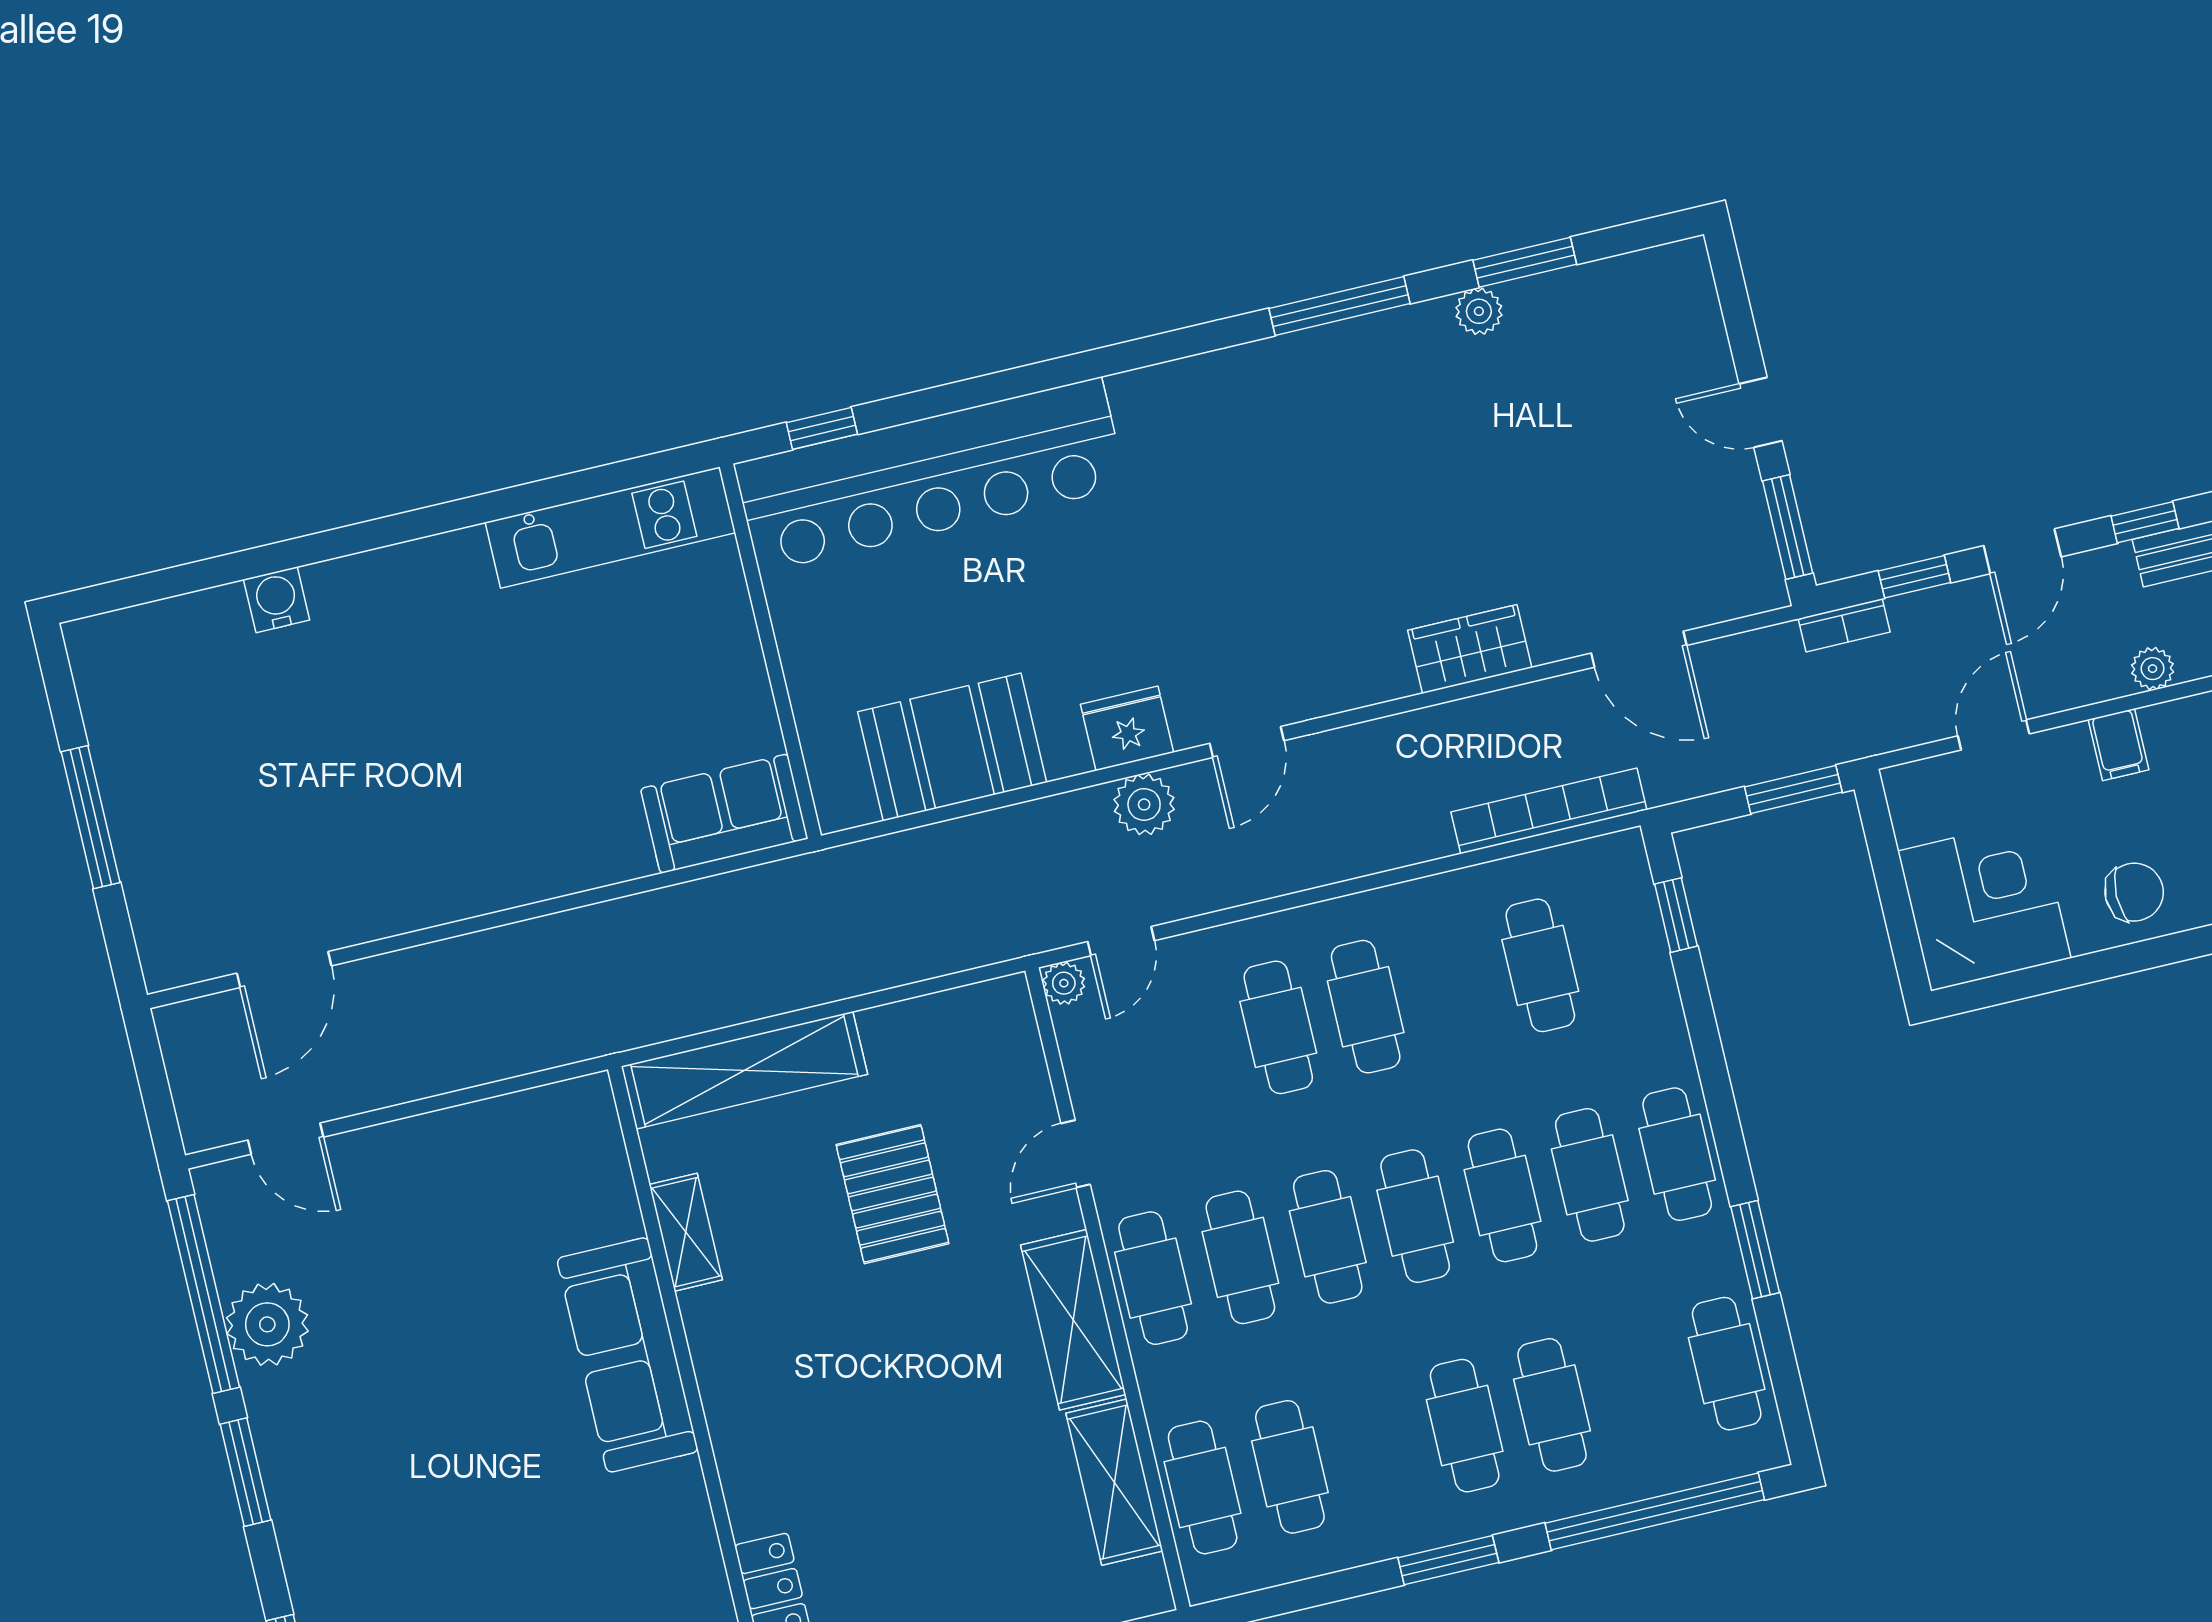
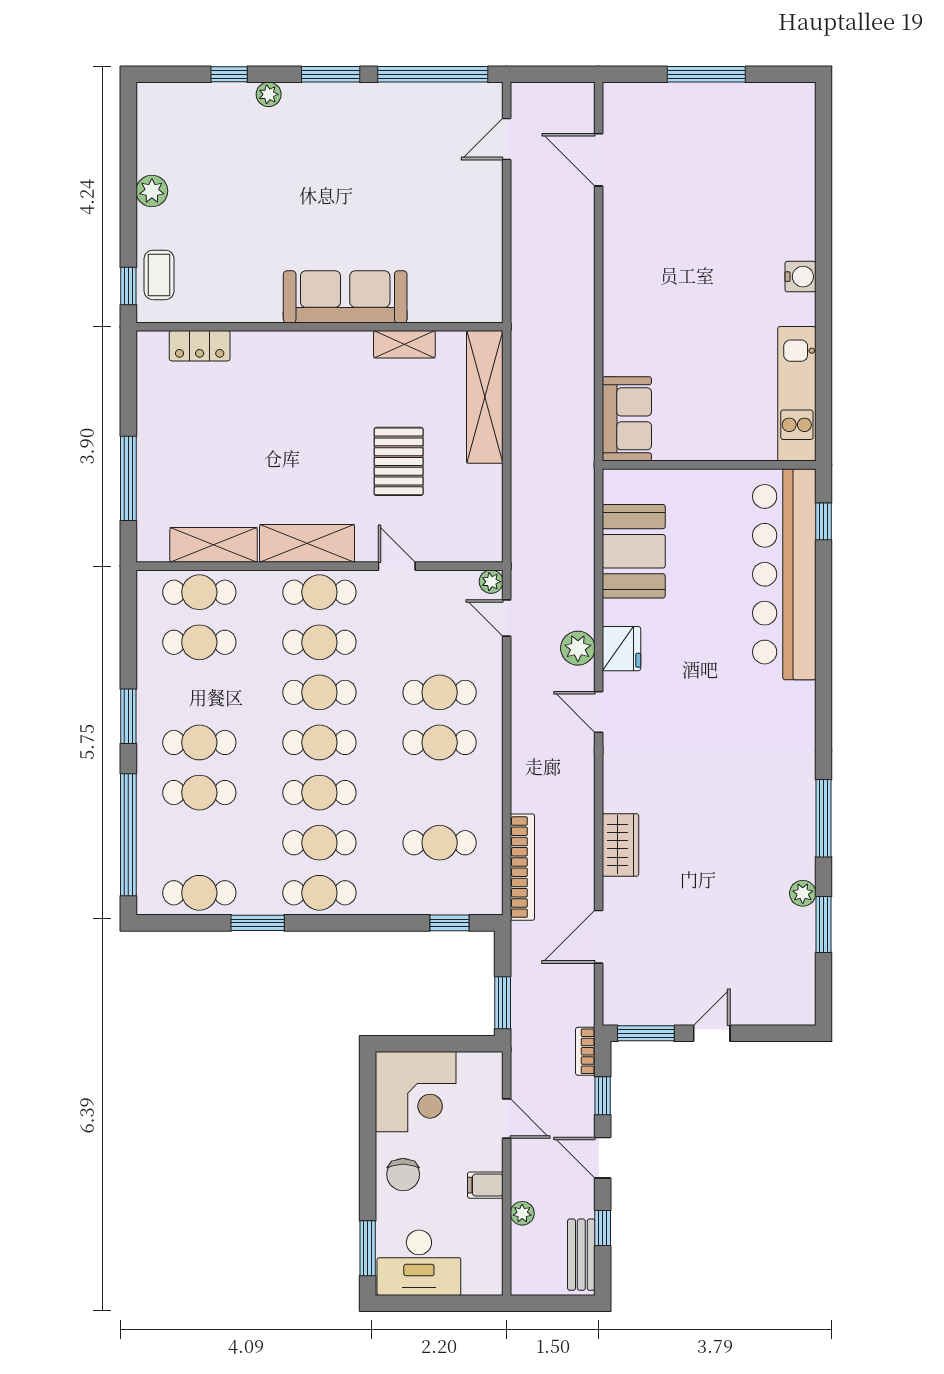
water cooler: (277, 600) -> (800, 277), moved
pallet: (892, 1194) -> (399, 461), turned 90
plant: (267, 1324) -> (269, 94), moved, width x0.53, depth x0.53

